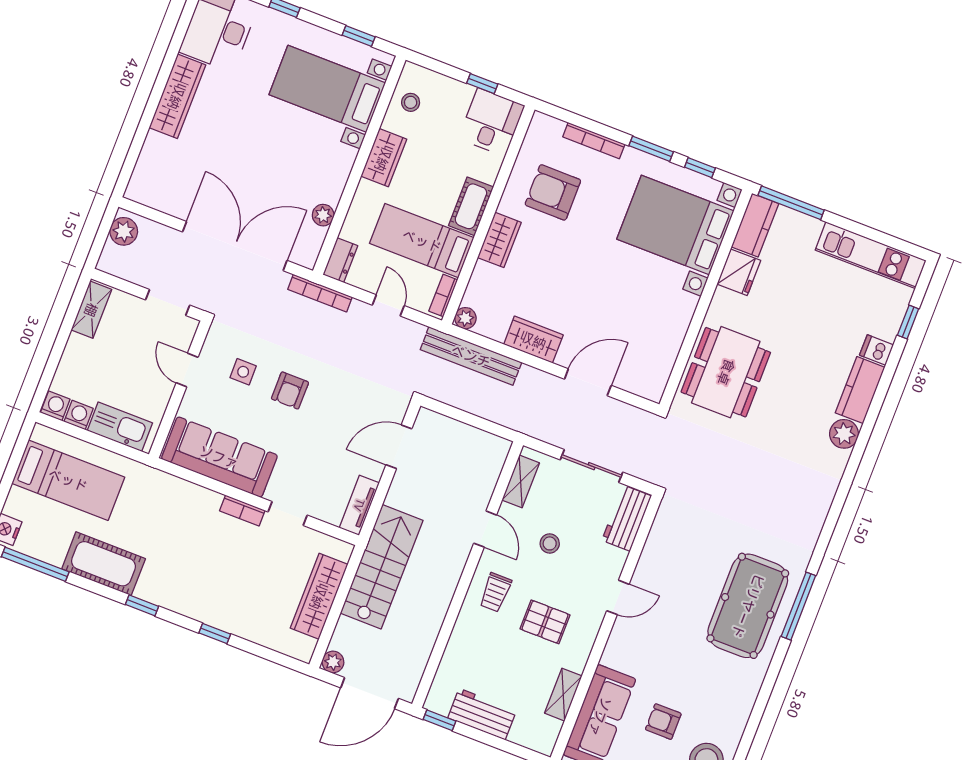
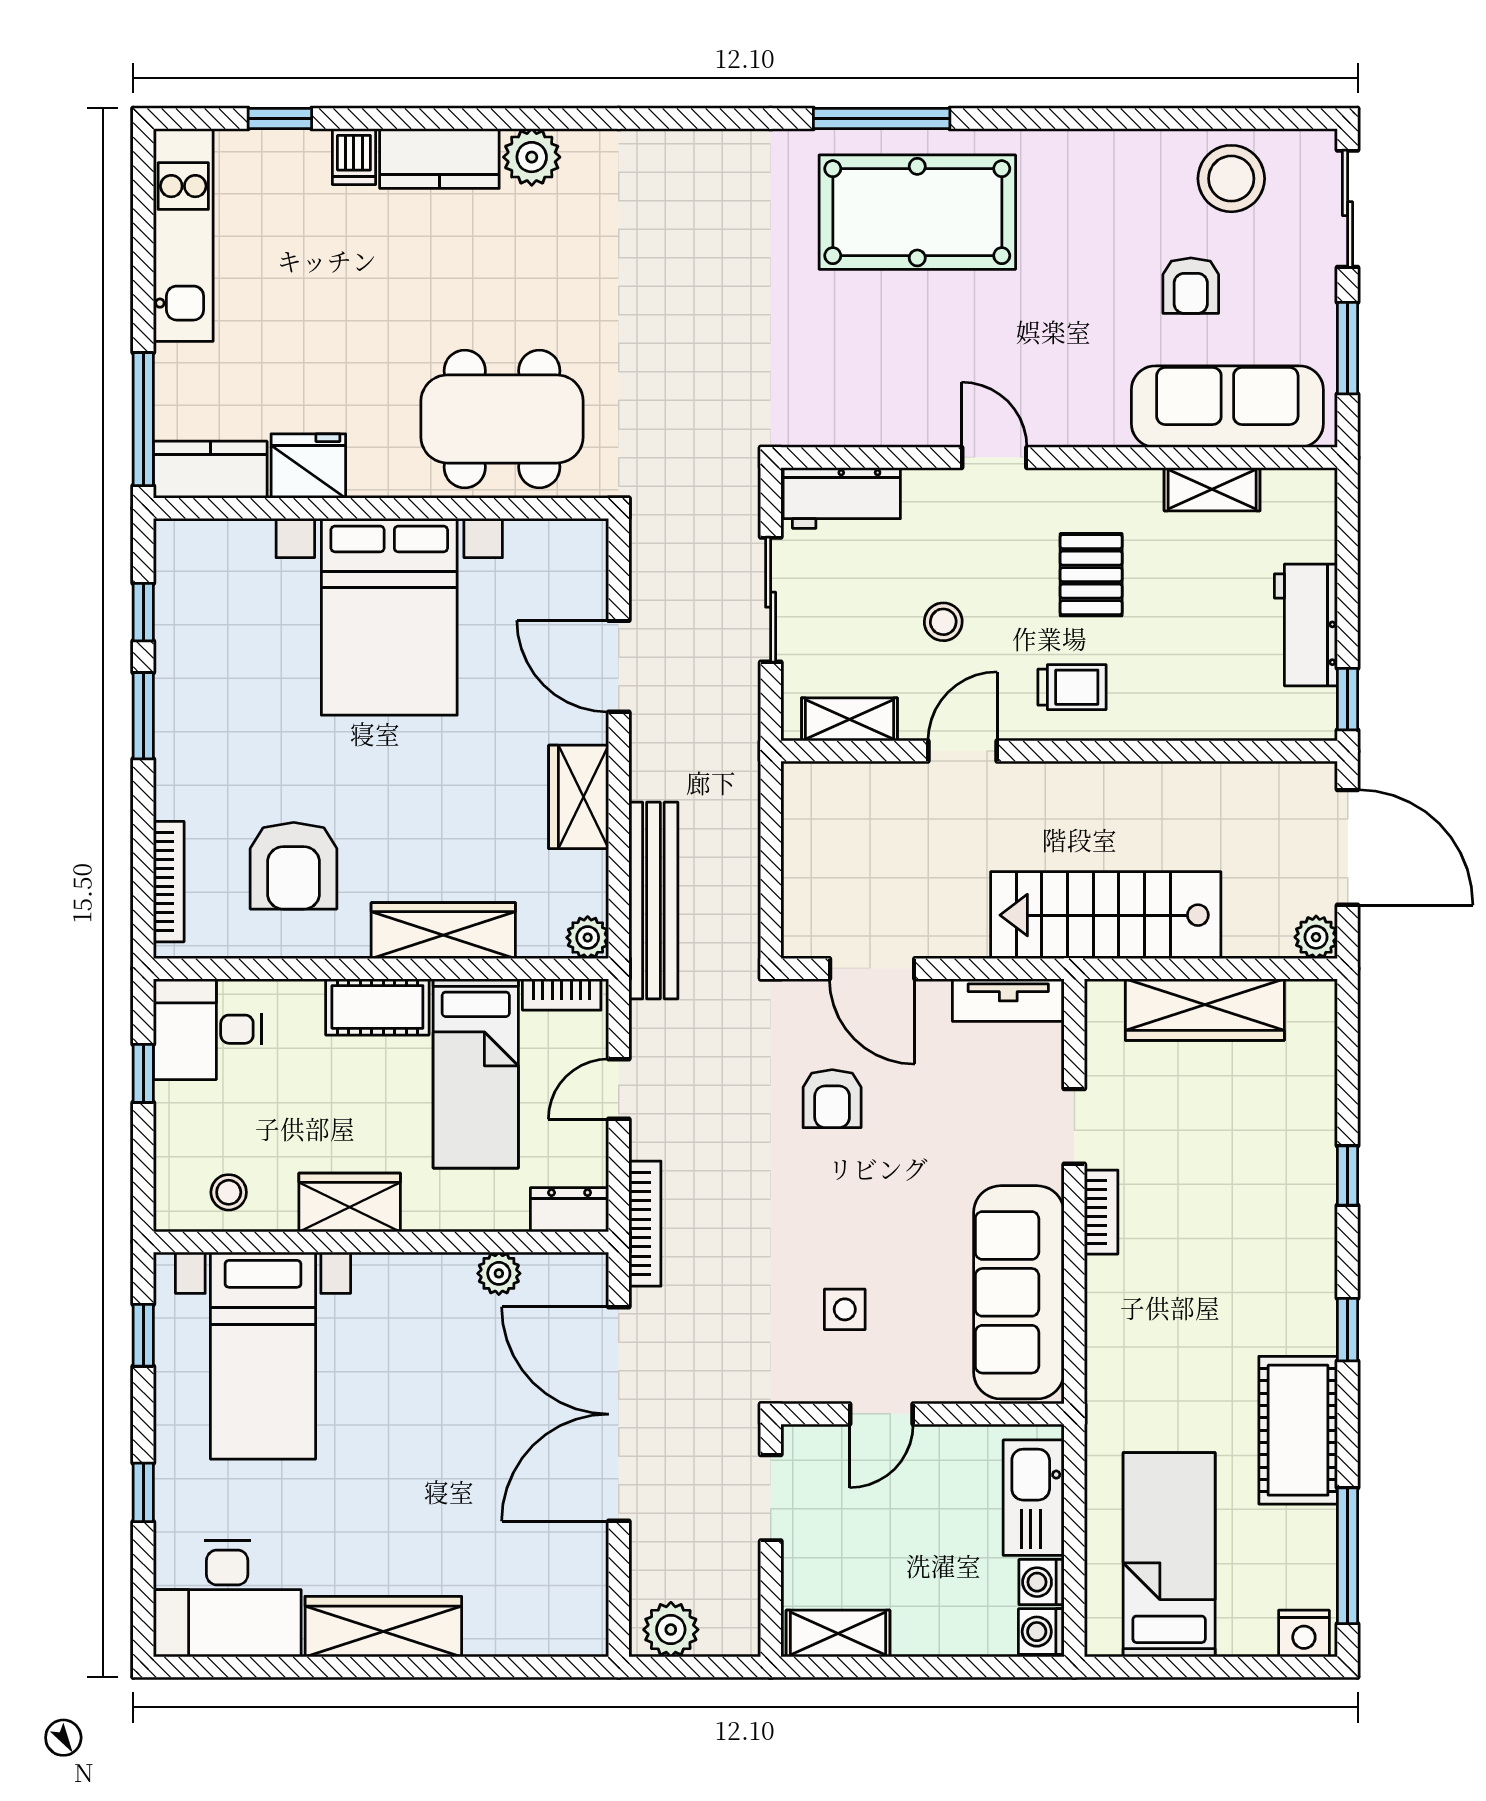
bookcase: (594, 141) -> (169, 882), moved
bed with nightstands: (675, 225) -> (389, 617), moved
wardrobe: (499, 240) -> (443, 931), width x1.50
armchair: (290, 390) -> (832, 1099), moved, turned 90

